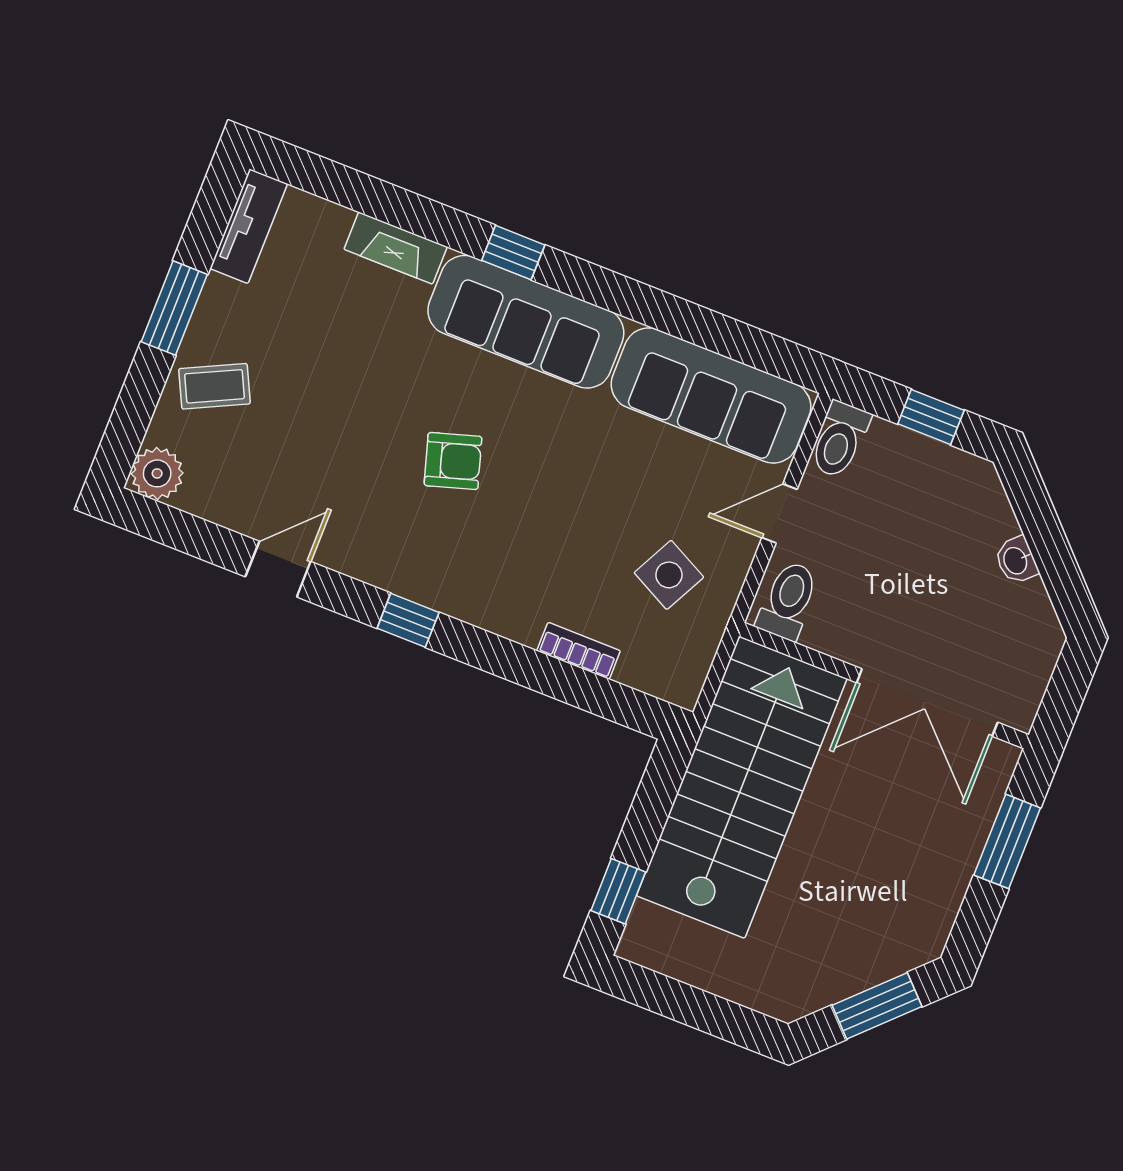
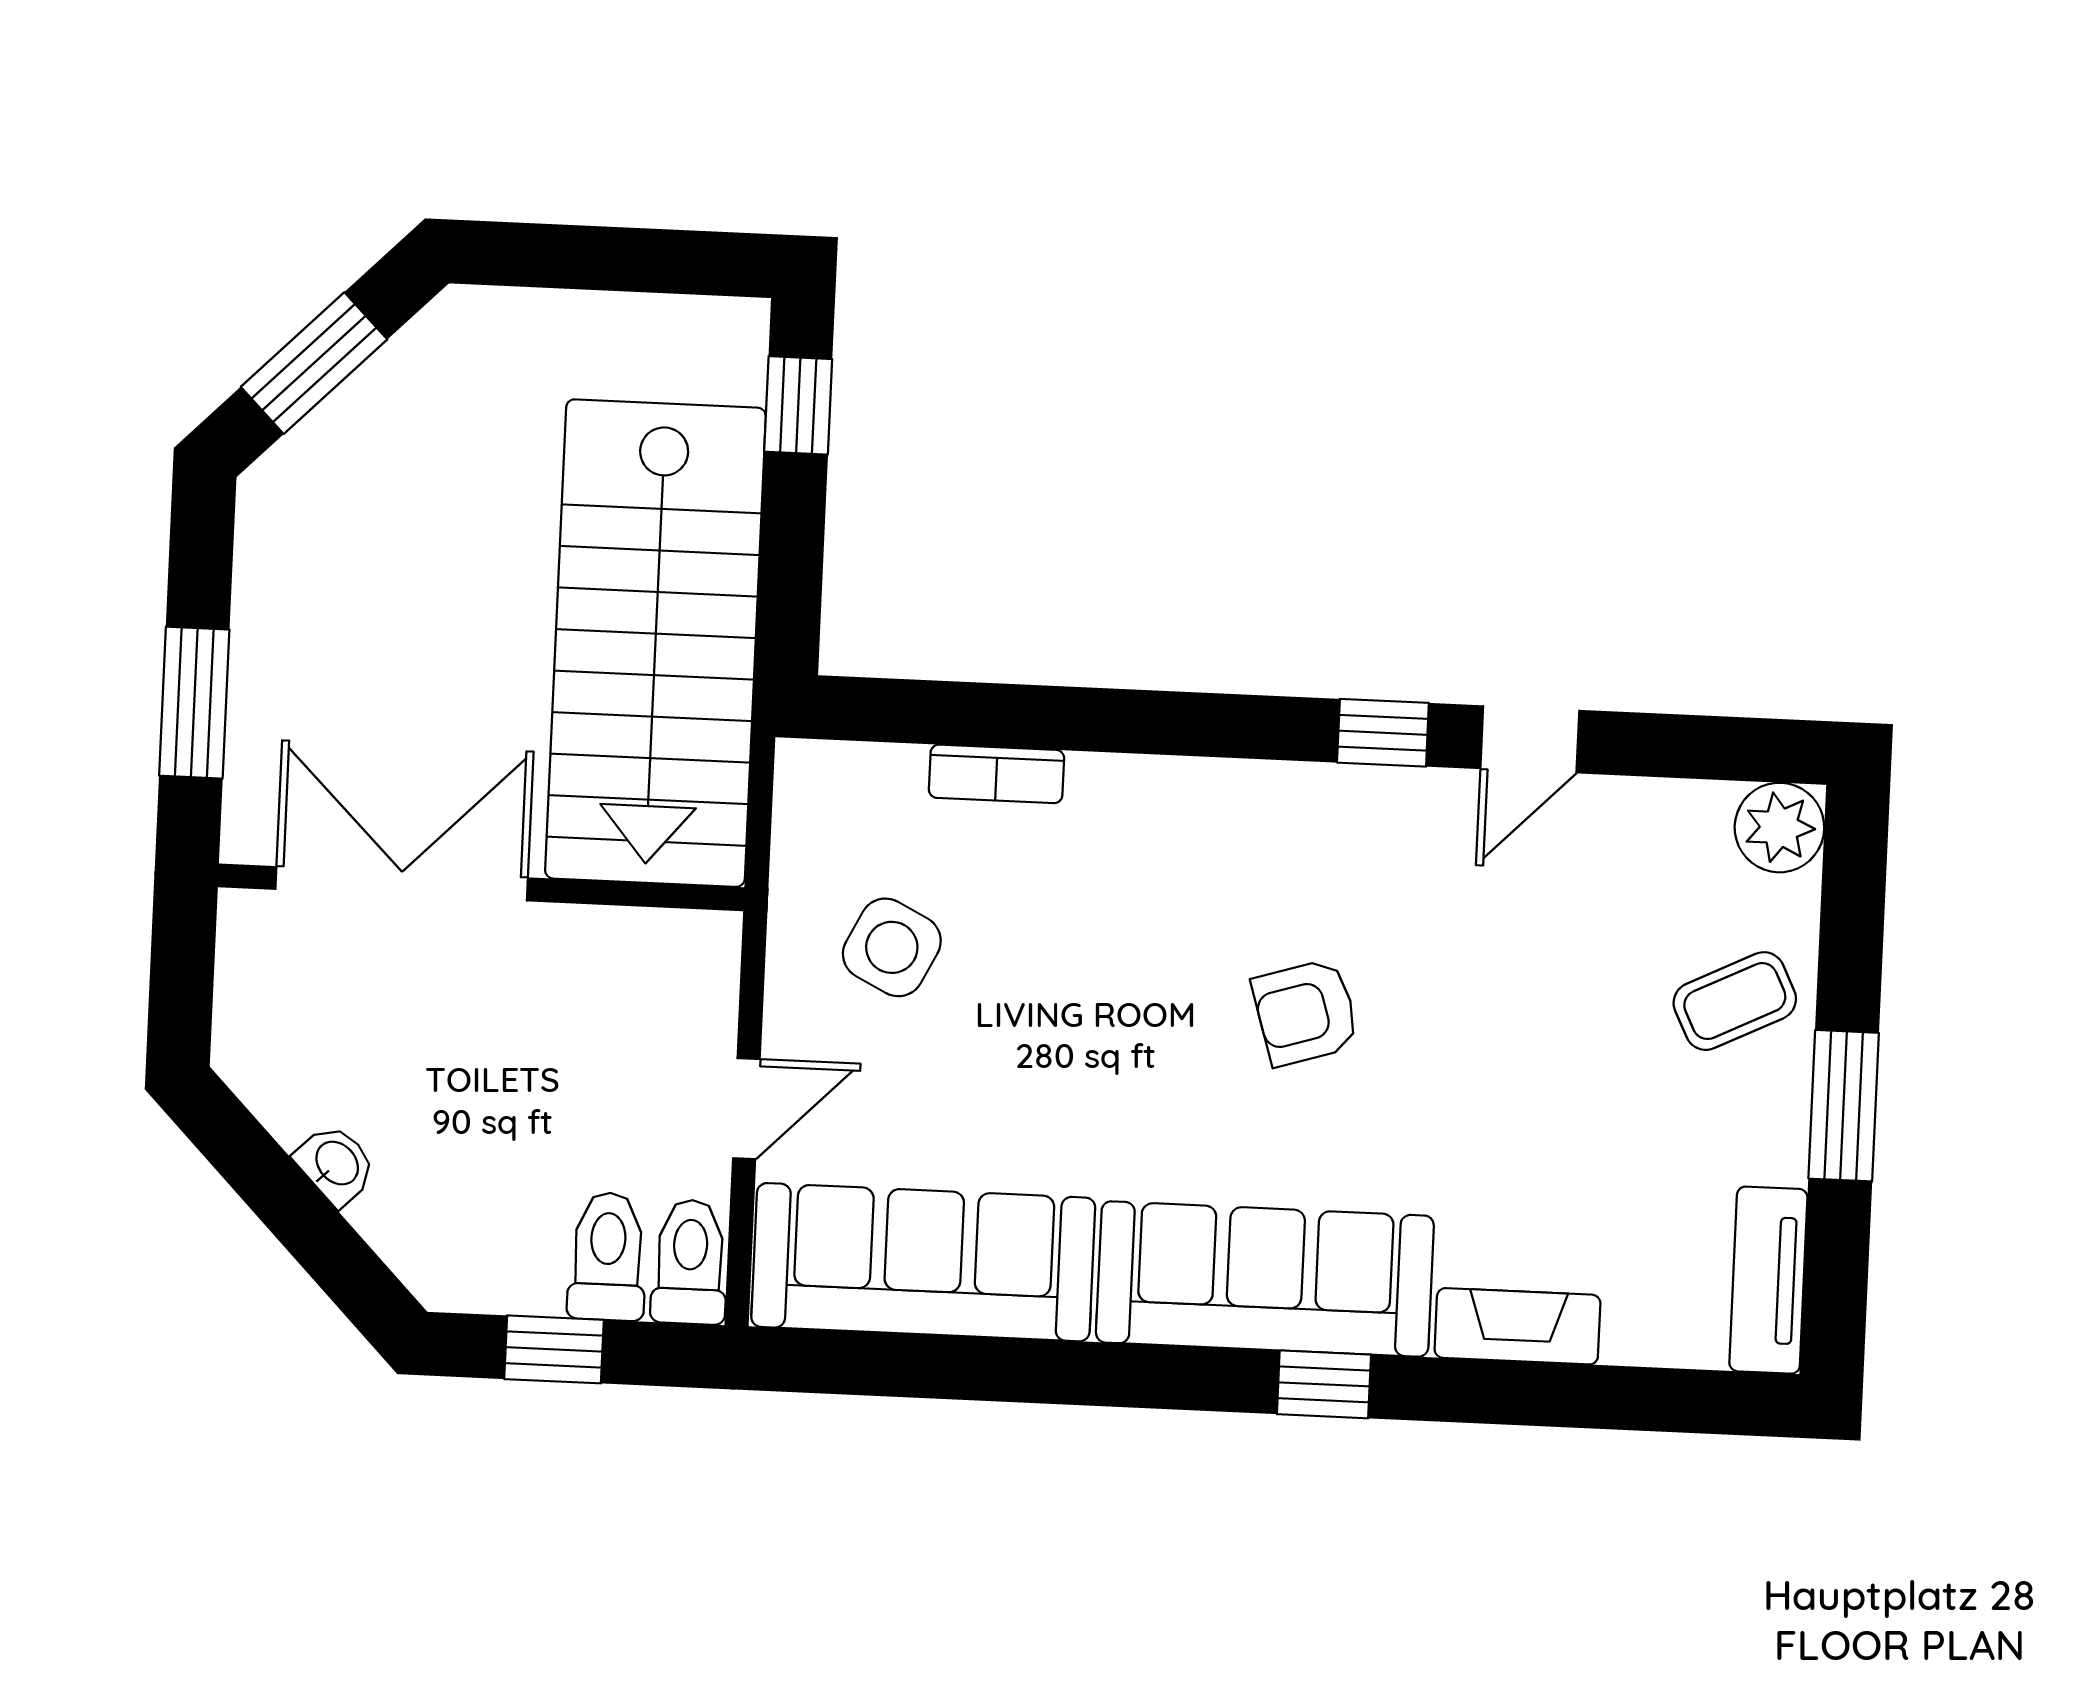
toilet: (788, 600) -> (608, 1256), moved, turned 180
window: (408, 620) -> (1383, 733), moved

